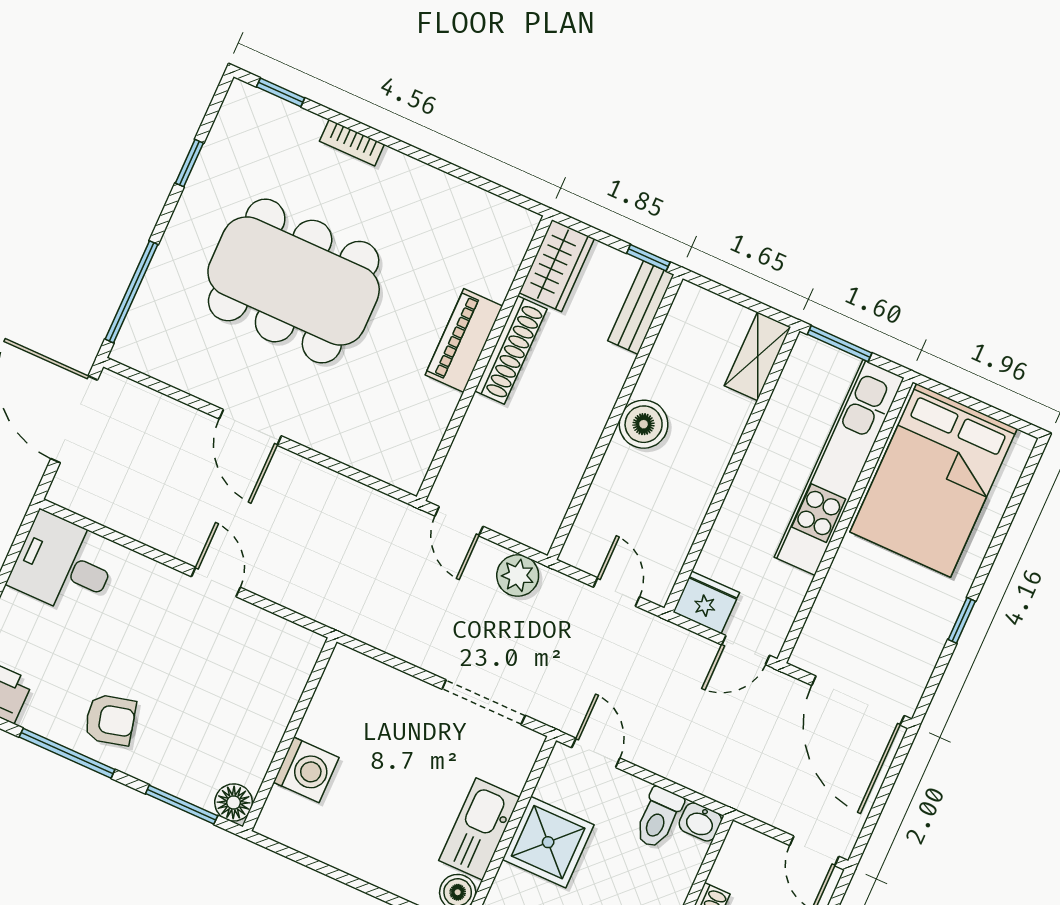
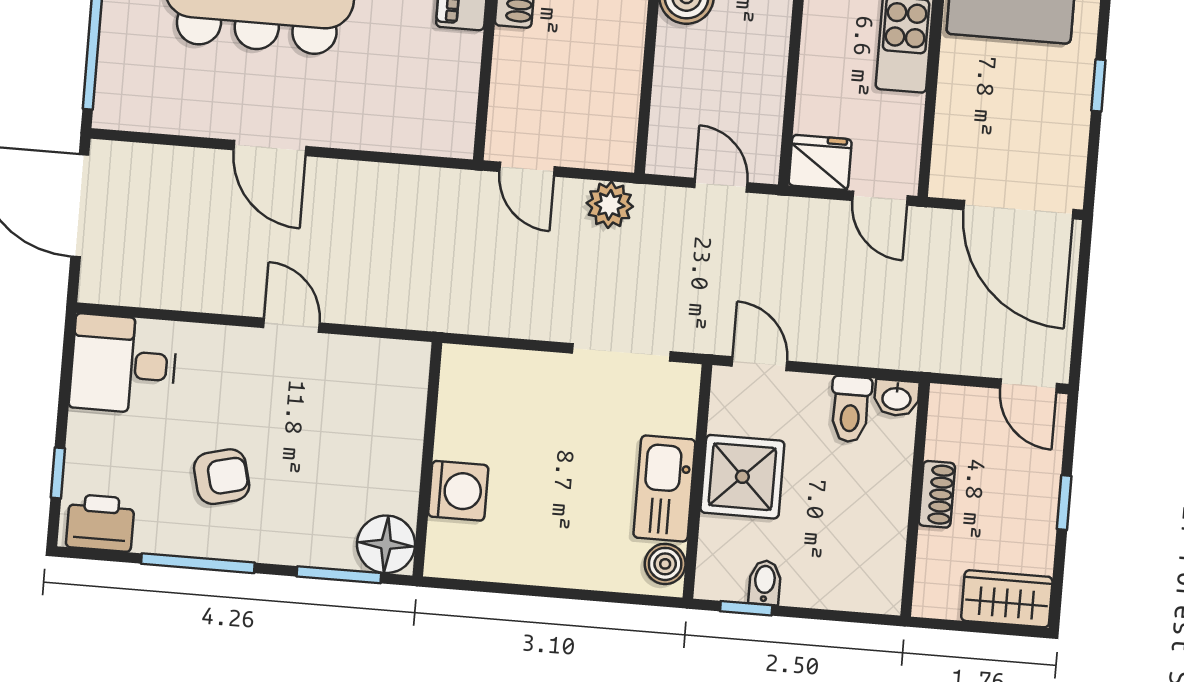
door: (746, 650) -> (880, 198), hinge flipped
armchair: (110, 720) -> (222, 477), moved
floor lamp: (234, 802) -> (386, 544), width x1.38, depth x1.38

